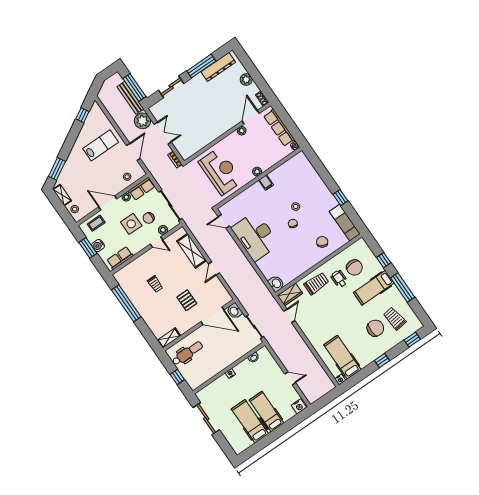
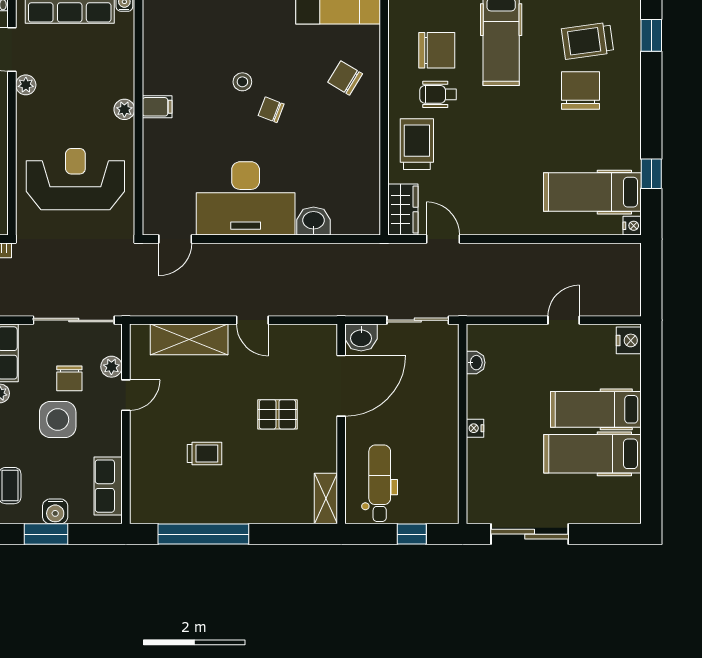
washbasin: (276, 283) -> (313, 221), moved
window: (382, 361) -> (651, 174), moved

